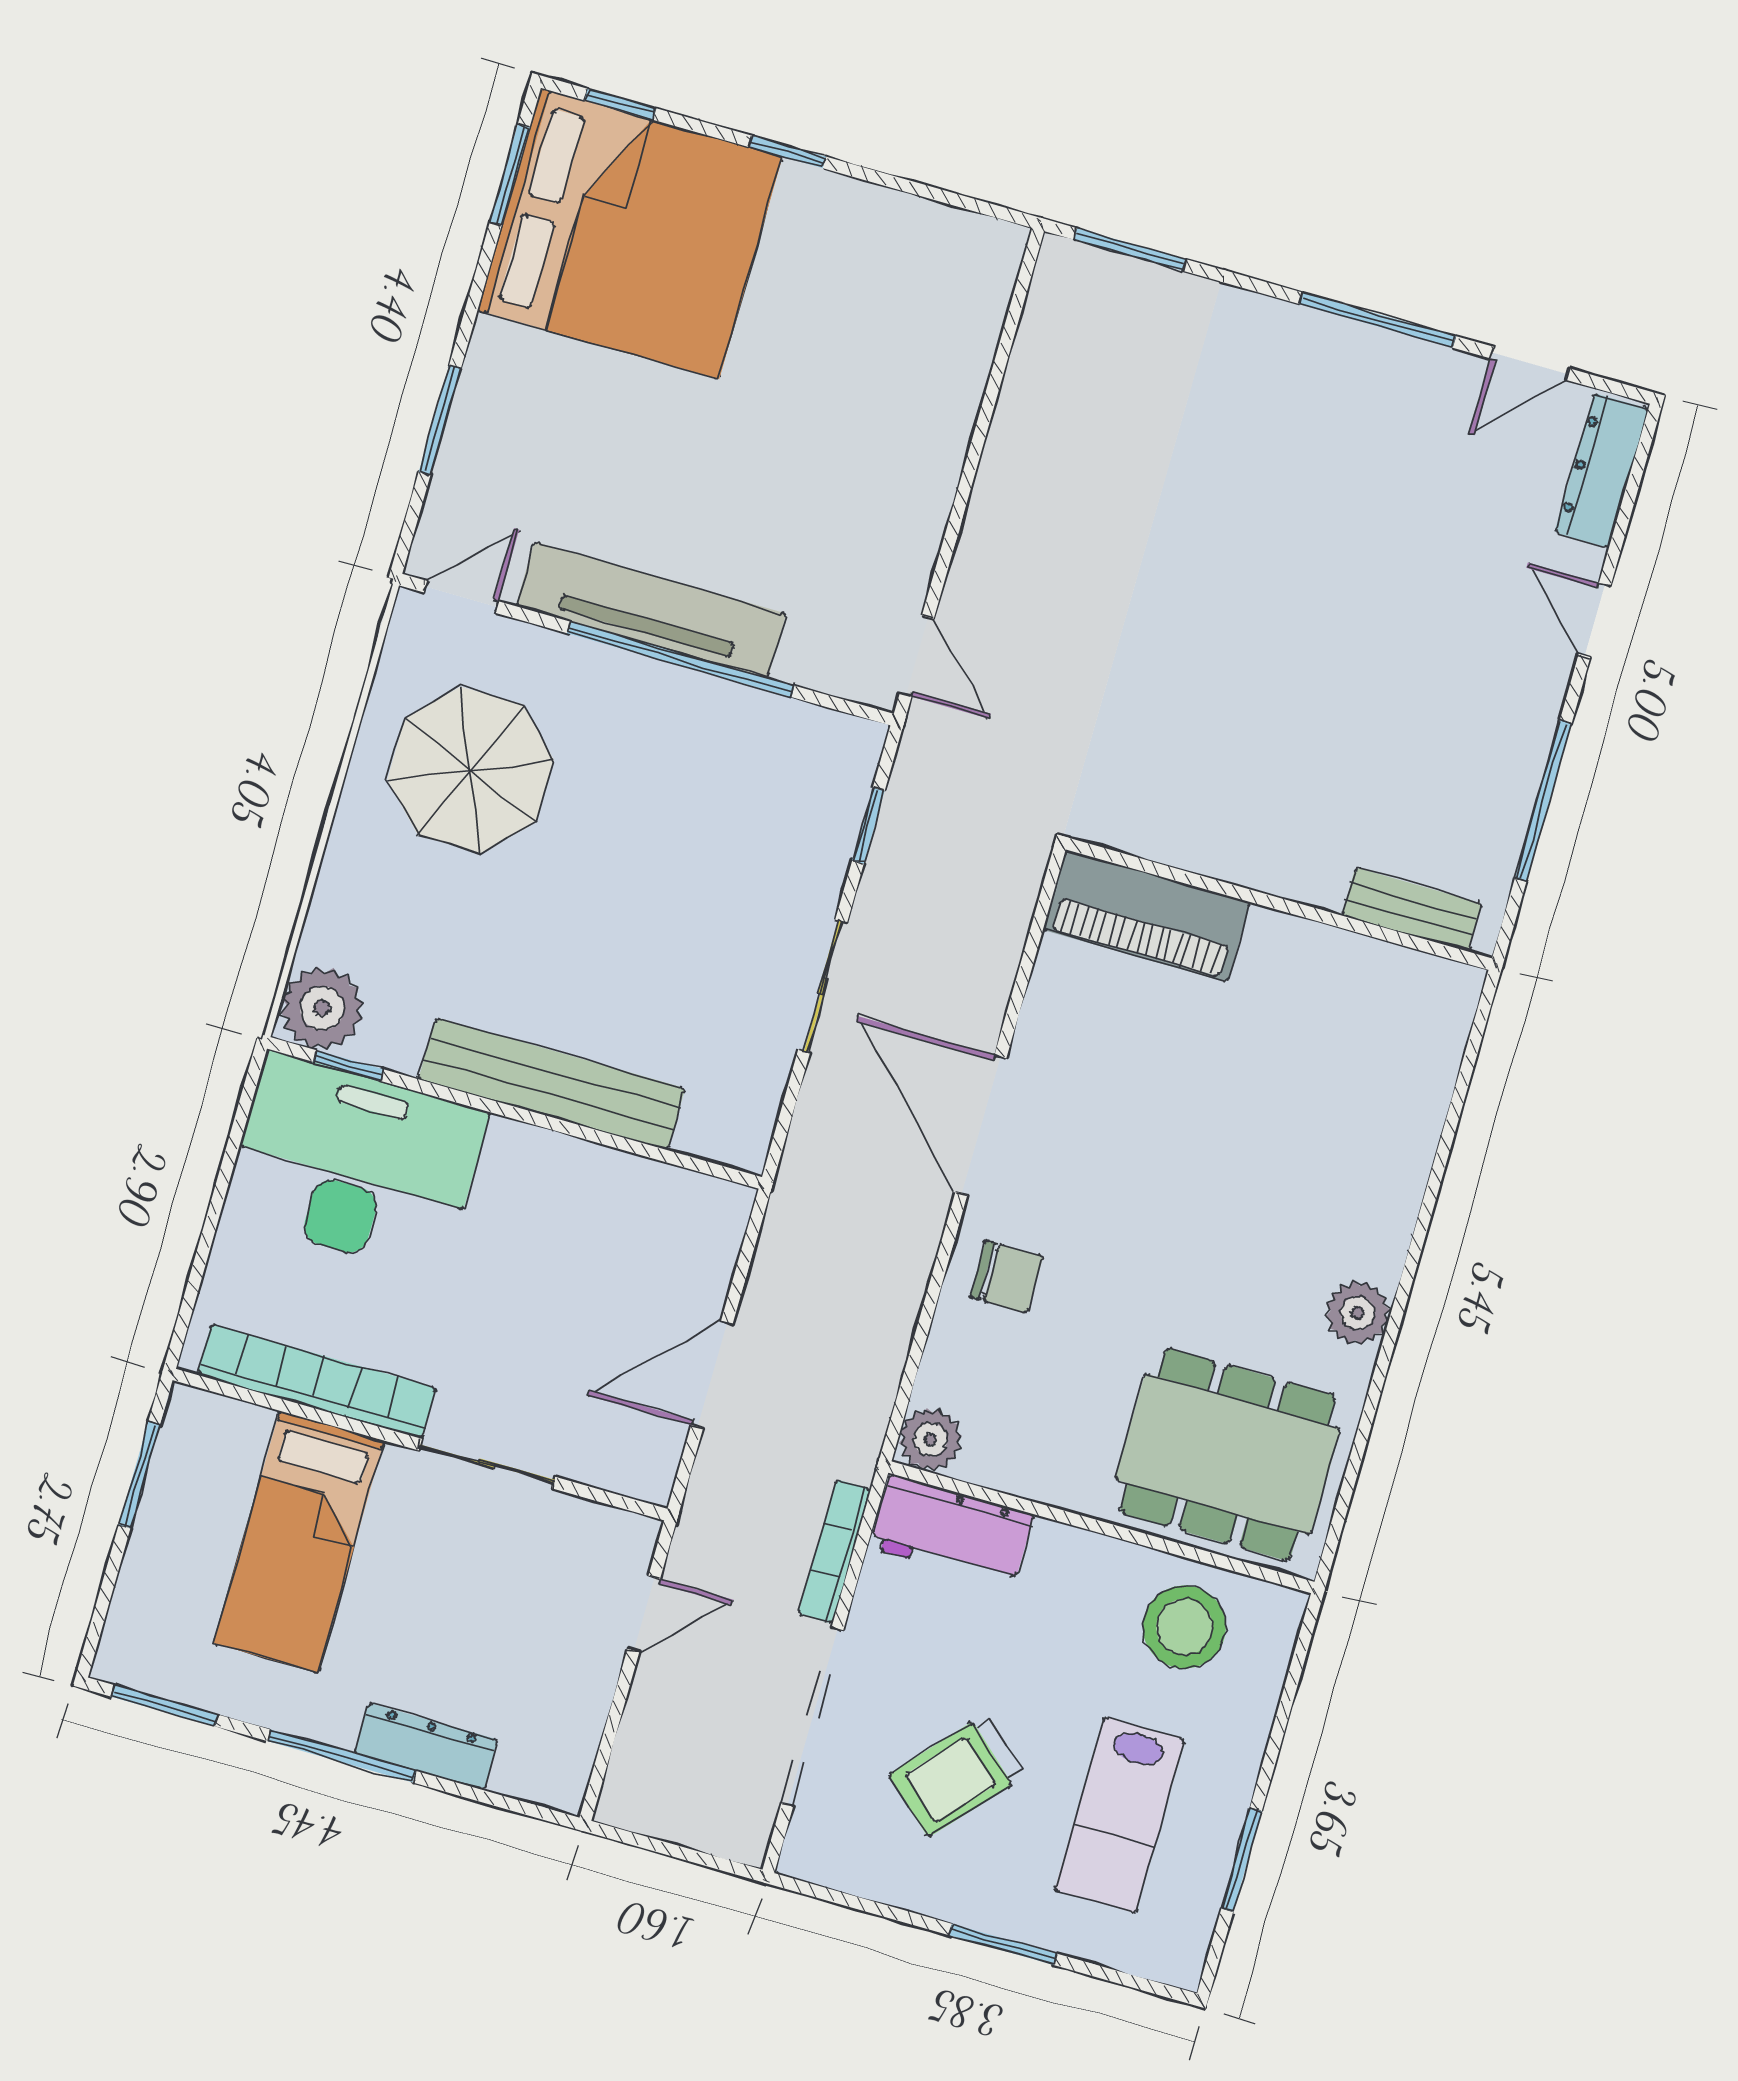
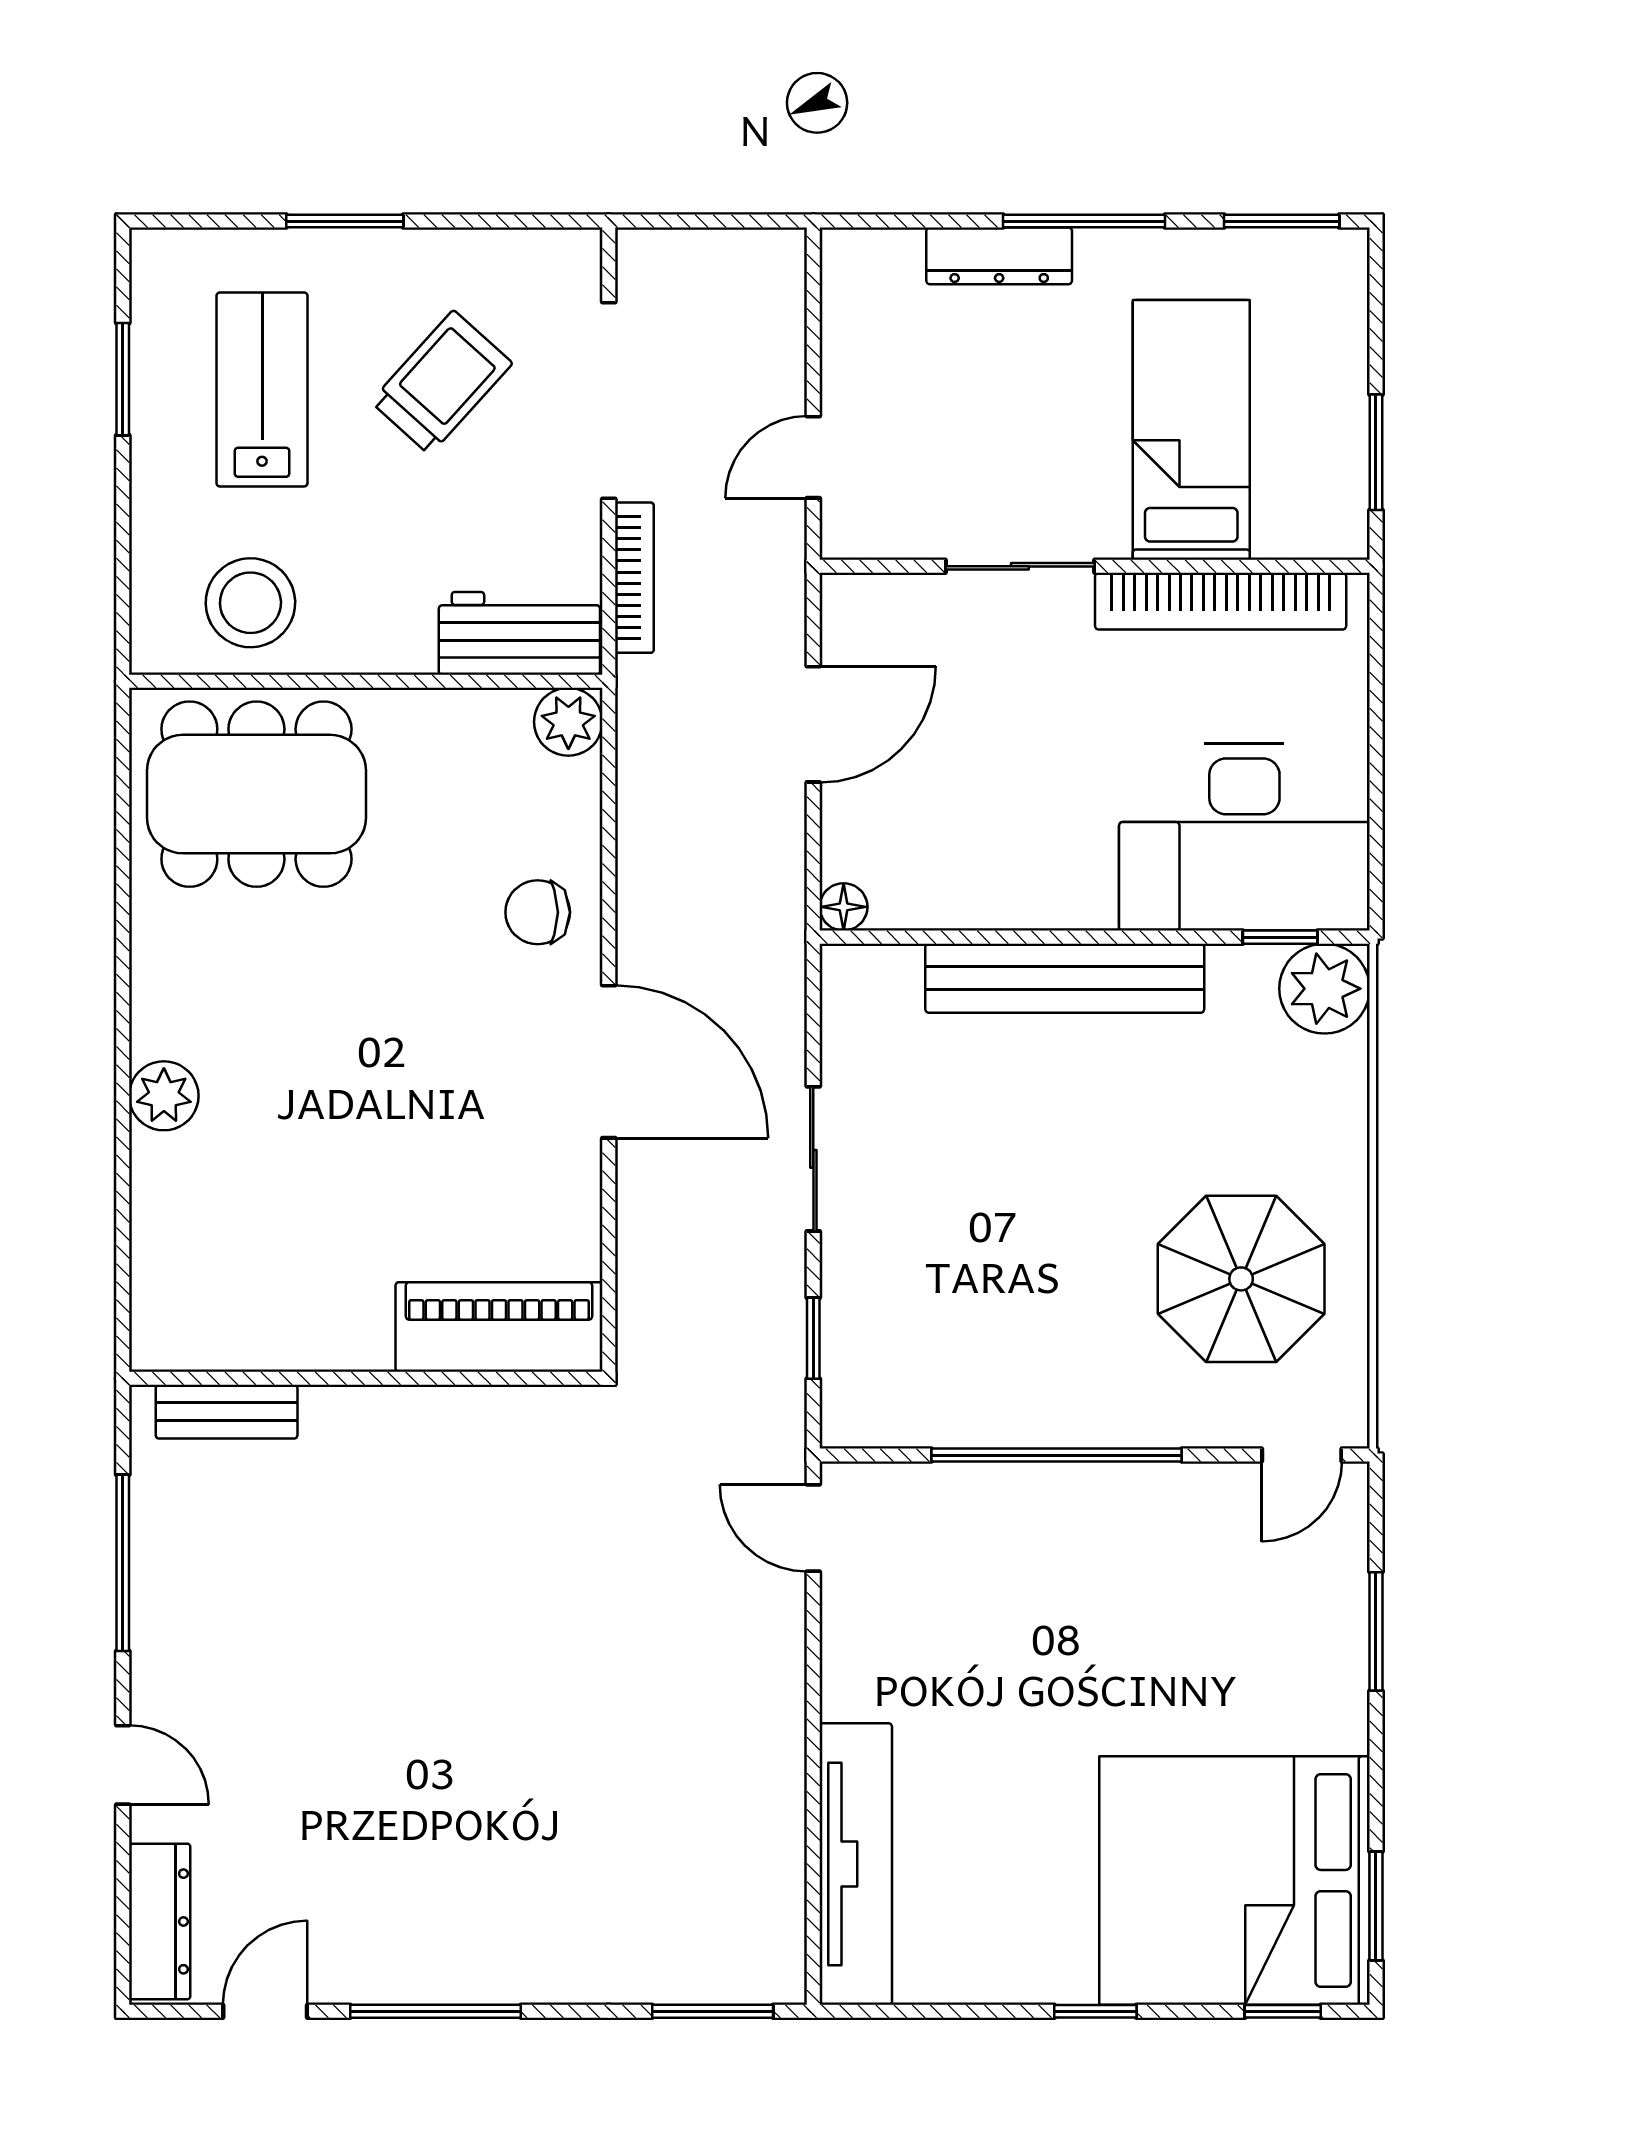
tv unit: (651, 610) -> (856, 1864), moved, turned -90
floor lamp: (731, 1204) -> (844, 907), added
plant: (1358, 1313) -> (164, 1096), moved

